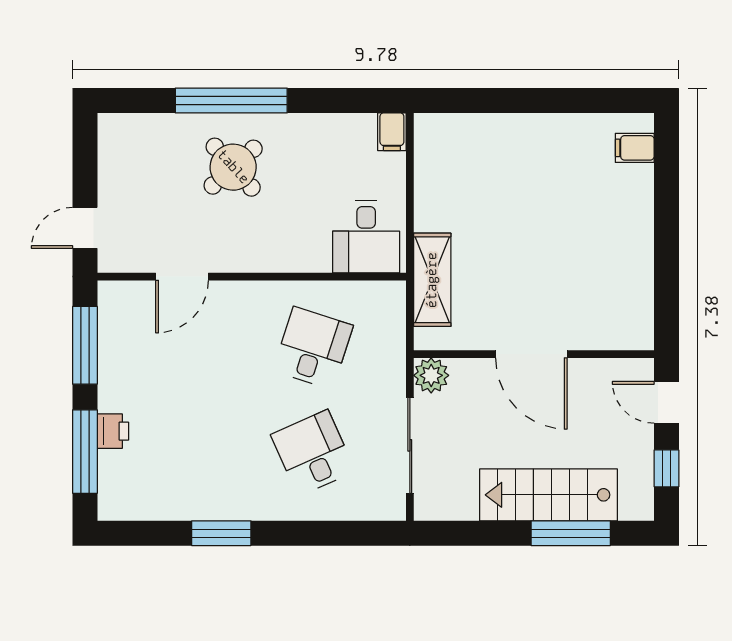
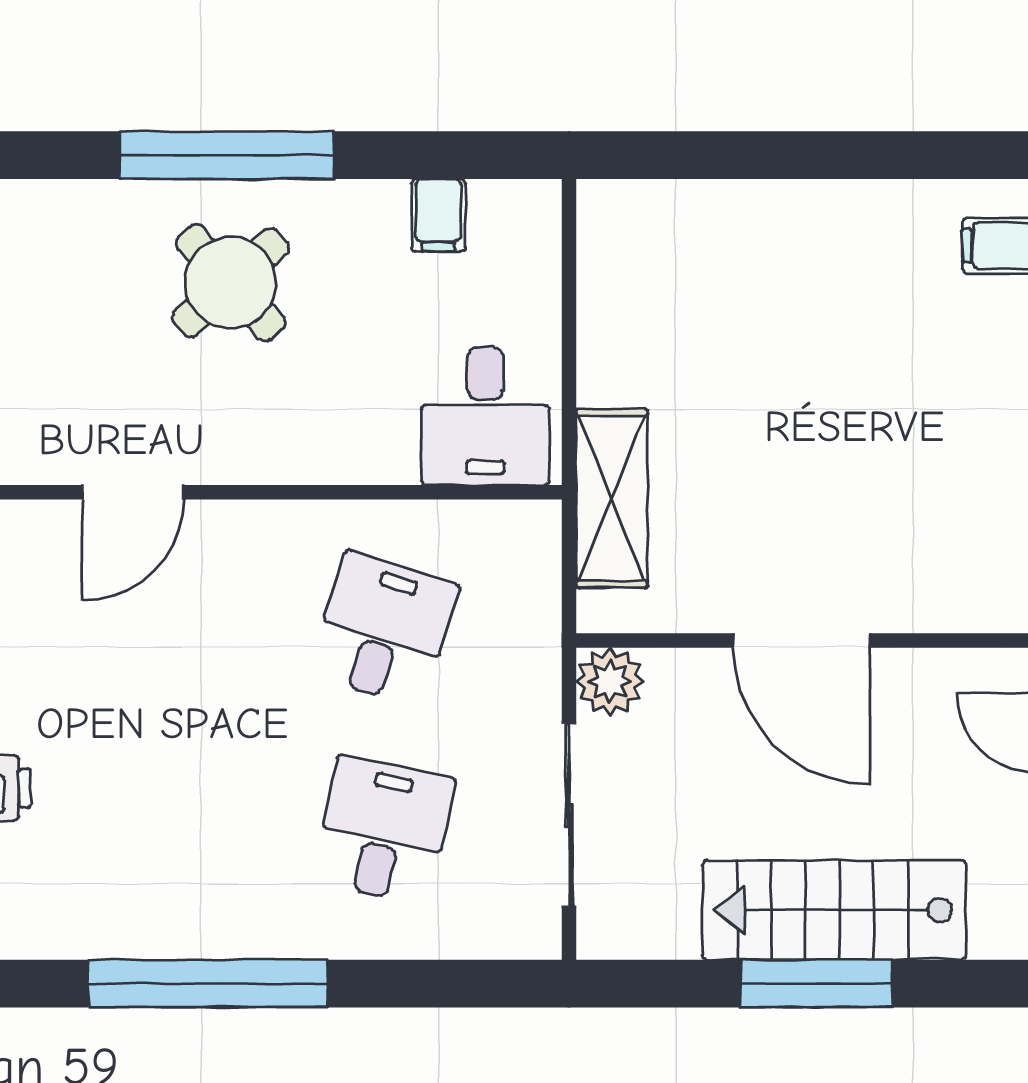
filing cabinet: (392, 132) -> (438, 215), moved
desk: (313, 453) -> (384, 830), turned 36
window: (221, 533) -> (208, 984), width x2.11
window: (571, 533) -> (816, 984), moved

